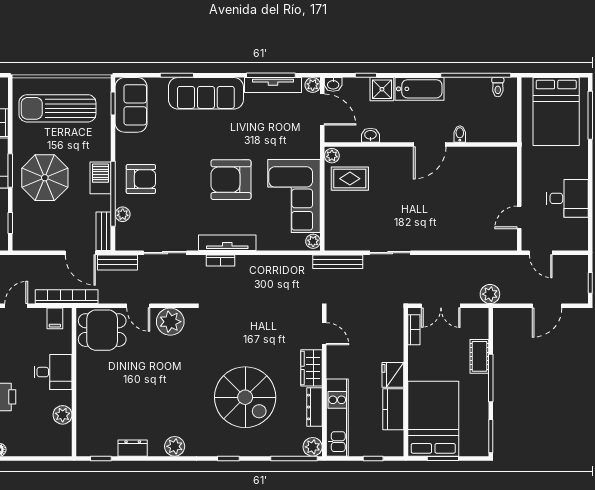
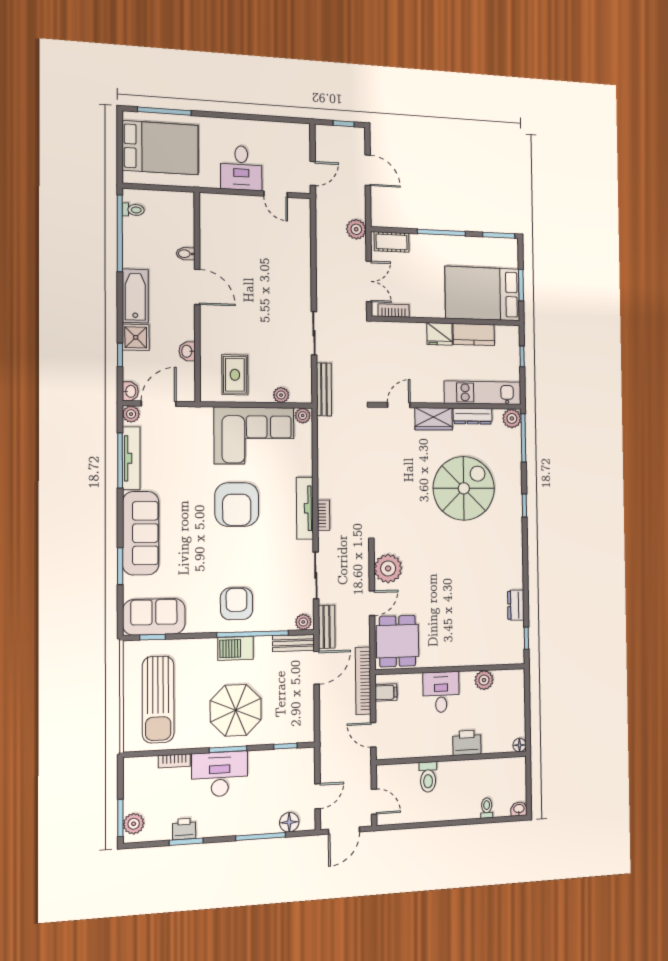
plant: (332, 156) -> (281, 395), moved
desk: (567, 198) -> (241, 168), moved, turned 180
plant: (123, 214) -> (303, 622), moved
cot: (479, 356) -> (392, 242), moved
plant: (175, 446) -> (513, 562), removed

